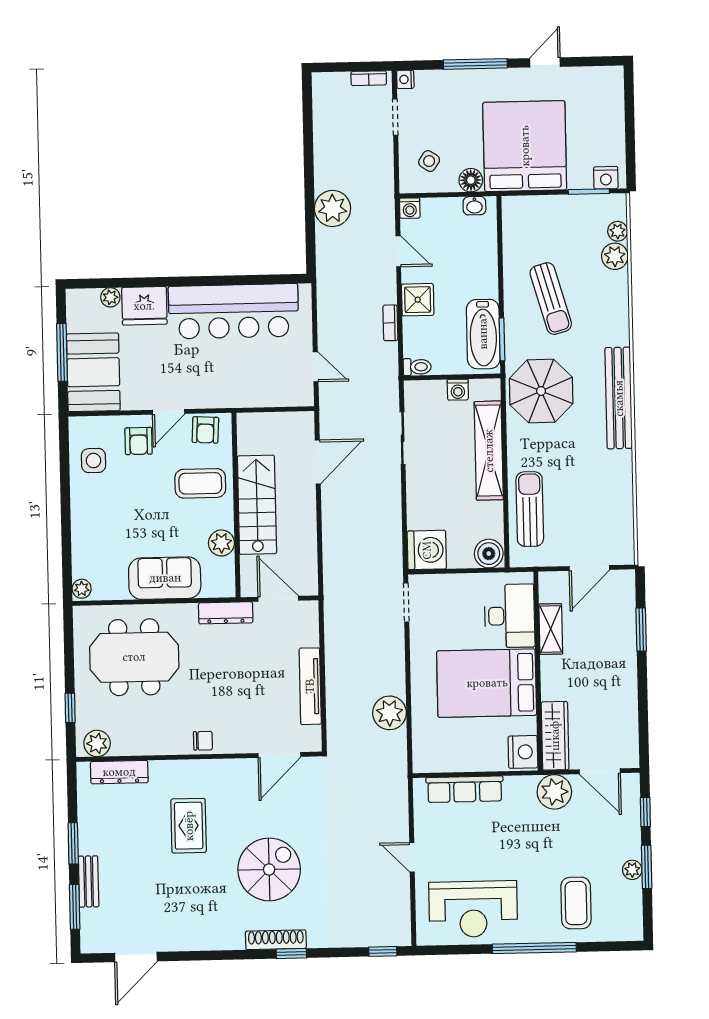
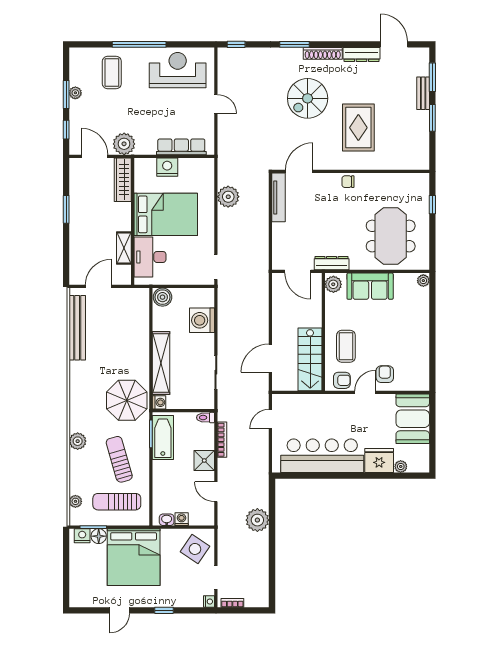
window: (475, 64) -> (164, 610), width x0.46
side table: (429, 161) -> (195, 549), width x1.87, depth x1.87
floor lamp: (471, 180) -> (99, 536), moved
washing machine: (410, 208) -> (182, 519), moved
plant: (615, 256) -> (78, 441), moved
bookcase: (390, 323) -> (222, 440), width x1.56
window: (62, 352) -> (432, 432), removed
door: (316, 367) -> (270, 419), hinge flipped
washing machine: (458, 390) -> (159, 402), moved, turned 90
bench: (619, 398) -> (77, 328), moved
armchair: (205, 430) -> (342, 380), turned 87
side table: (93, 461) -> (414, 362), removed
coffee table: (200, 483) -> (346, 346), turned 90
stairs: (257, 505) -> (310, 359), moved
sun lounger: (530, 509) -> (117, 502), moved, turned 90
plant: (221, 543) -> (333, 284), moved
washing machine: (427, 550) -> (202, 320), moved
window: (641, 629) -> (66, 209), moved
meeting table: (134, 657) -> (391, 236), turned 90
tv unit: (310, 686) -> (279, 197), moved
plant: (97, 743) -> (416, 181), removed
nightstand: (523, 752) -> (167, 167), moved, turned 90
dresser: (119, 772) -> (362, 54), moved, turned 180
rug: (189, 826) -> (358, 128), width x1.36, depth x1.43
shoe rack: (276, 940) -> (323, 53), moved
window: (291, 953) -> (294, 44), width x1.50
door: (136, 957) -> (394, 44), hinge flipped

